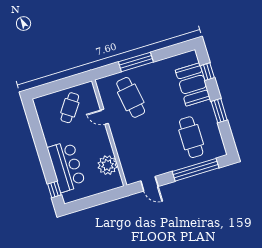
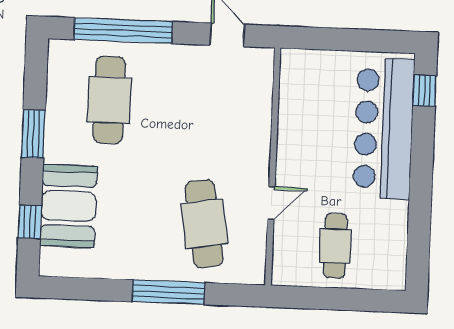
cafe table: (70, 108) -> (335, 246), turned -35
door: (104, 117) -> (271, 203), hinge flipped
plant: (108, 165) -> (299, 102), removed
bar counter: (66, 166) -> (384, 129), width x1.36

